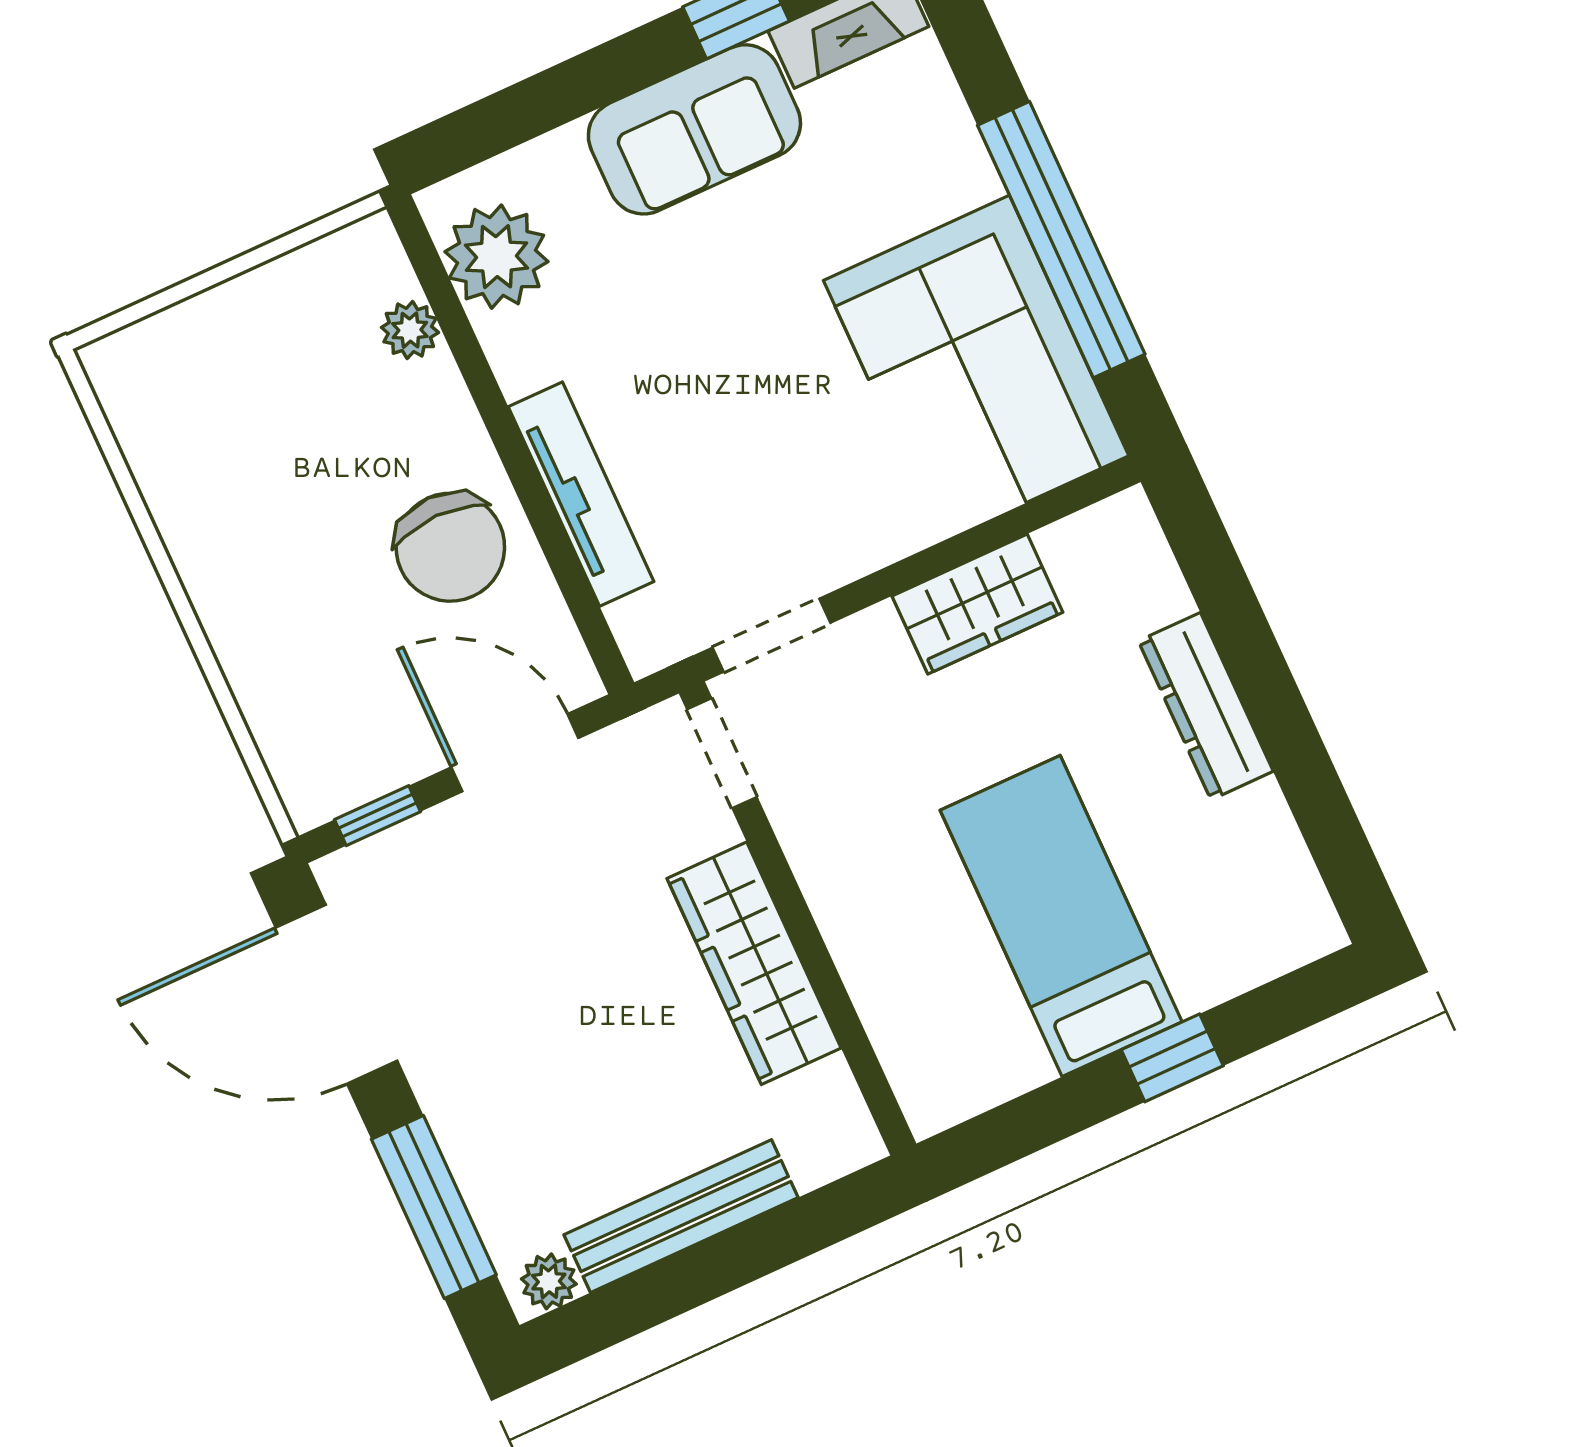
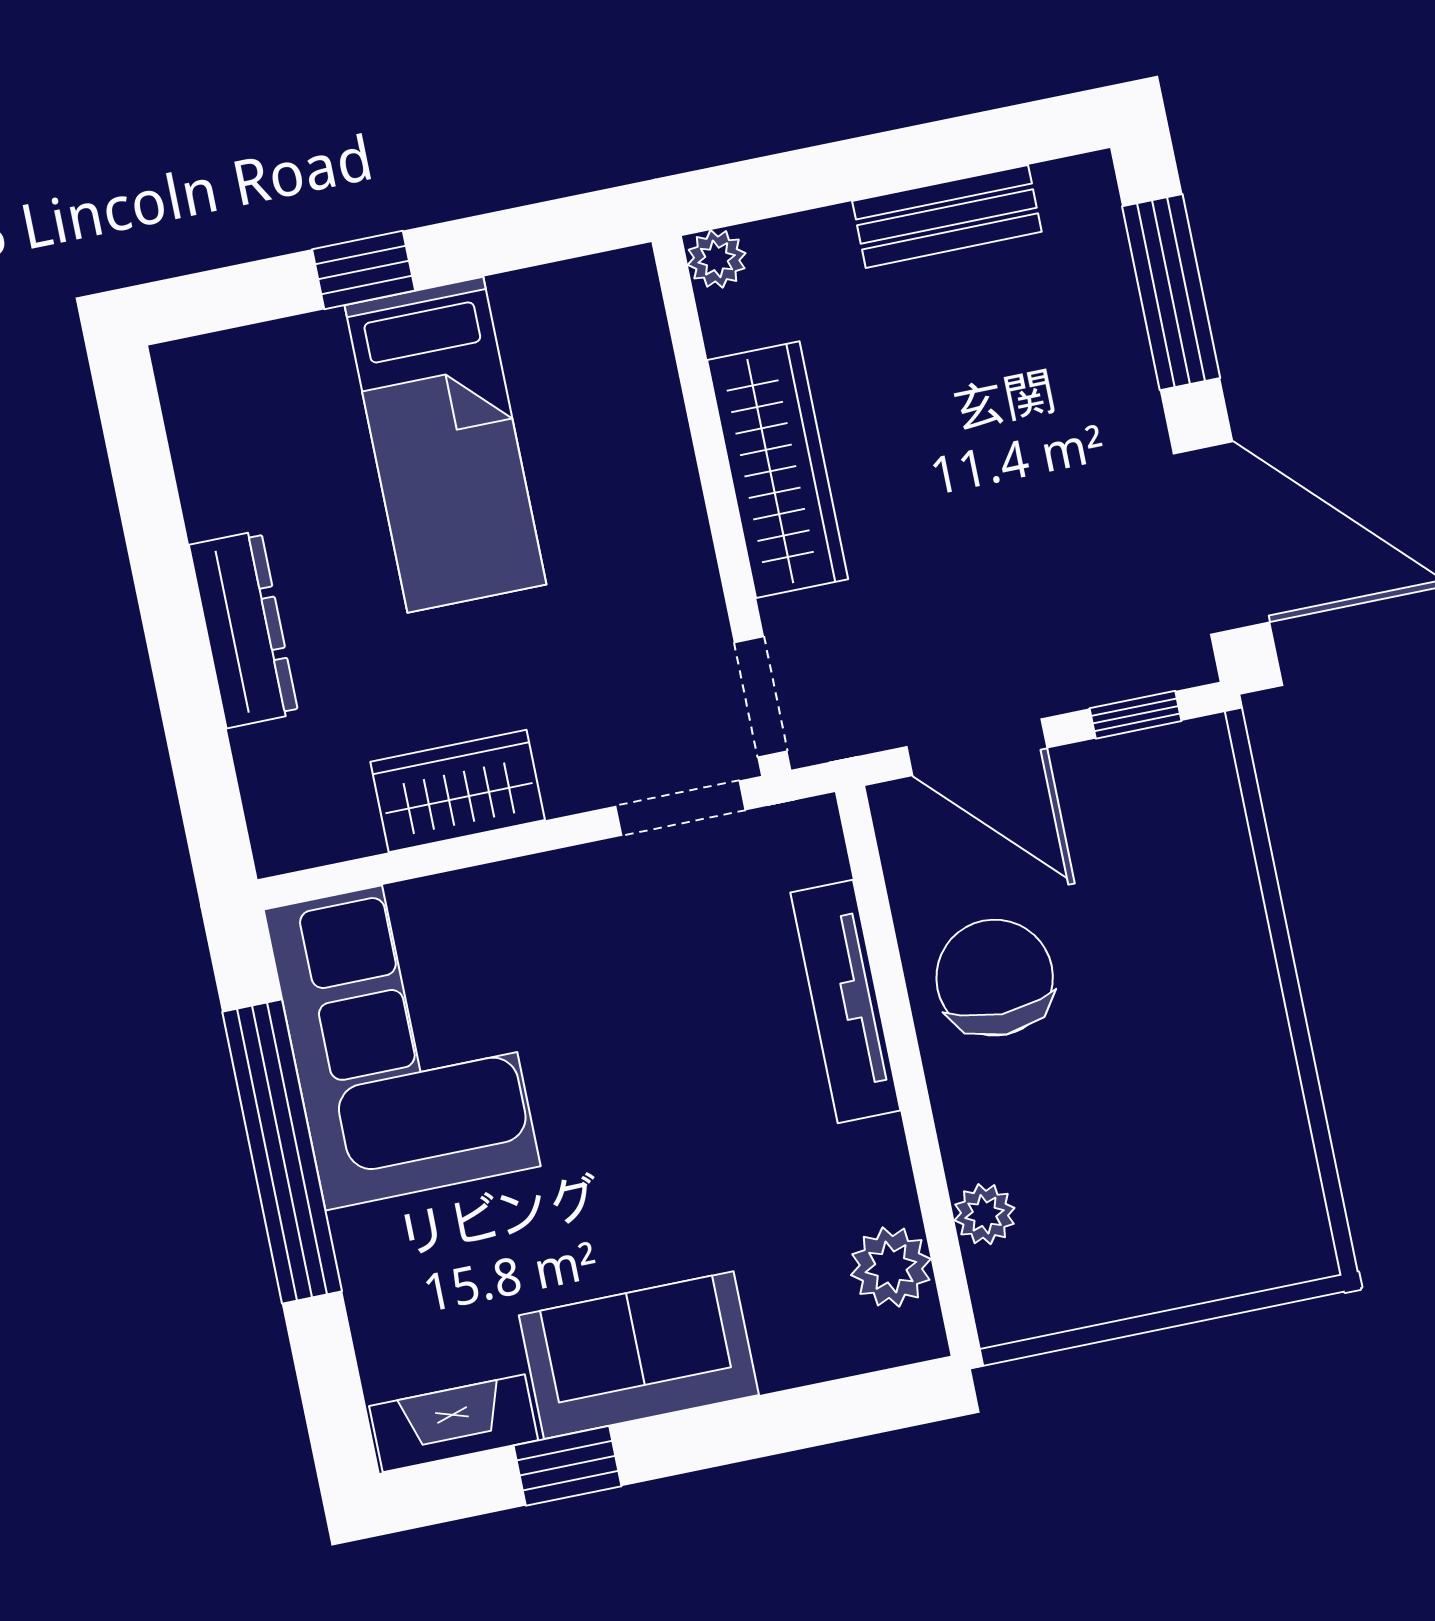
plant: (496, 257) -> (891, 1267), width x0.73, depth x0.73
bench: (681, 1216) -> (947, 216), width x0.73
plant: (549, 1281) -> (717, 259), moved

